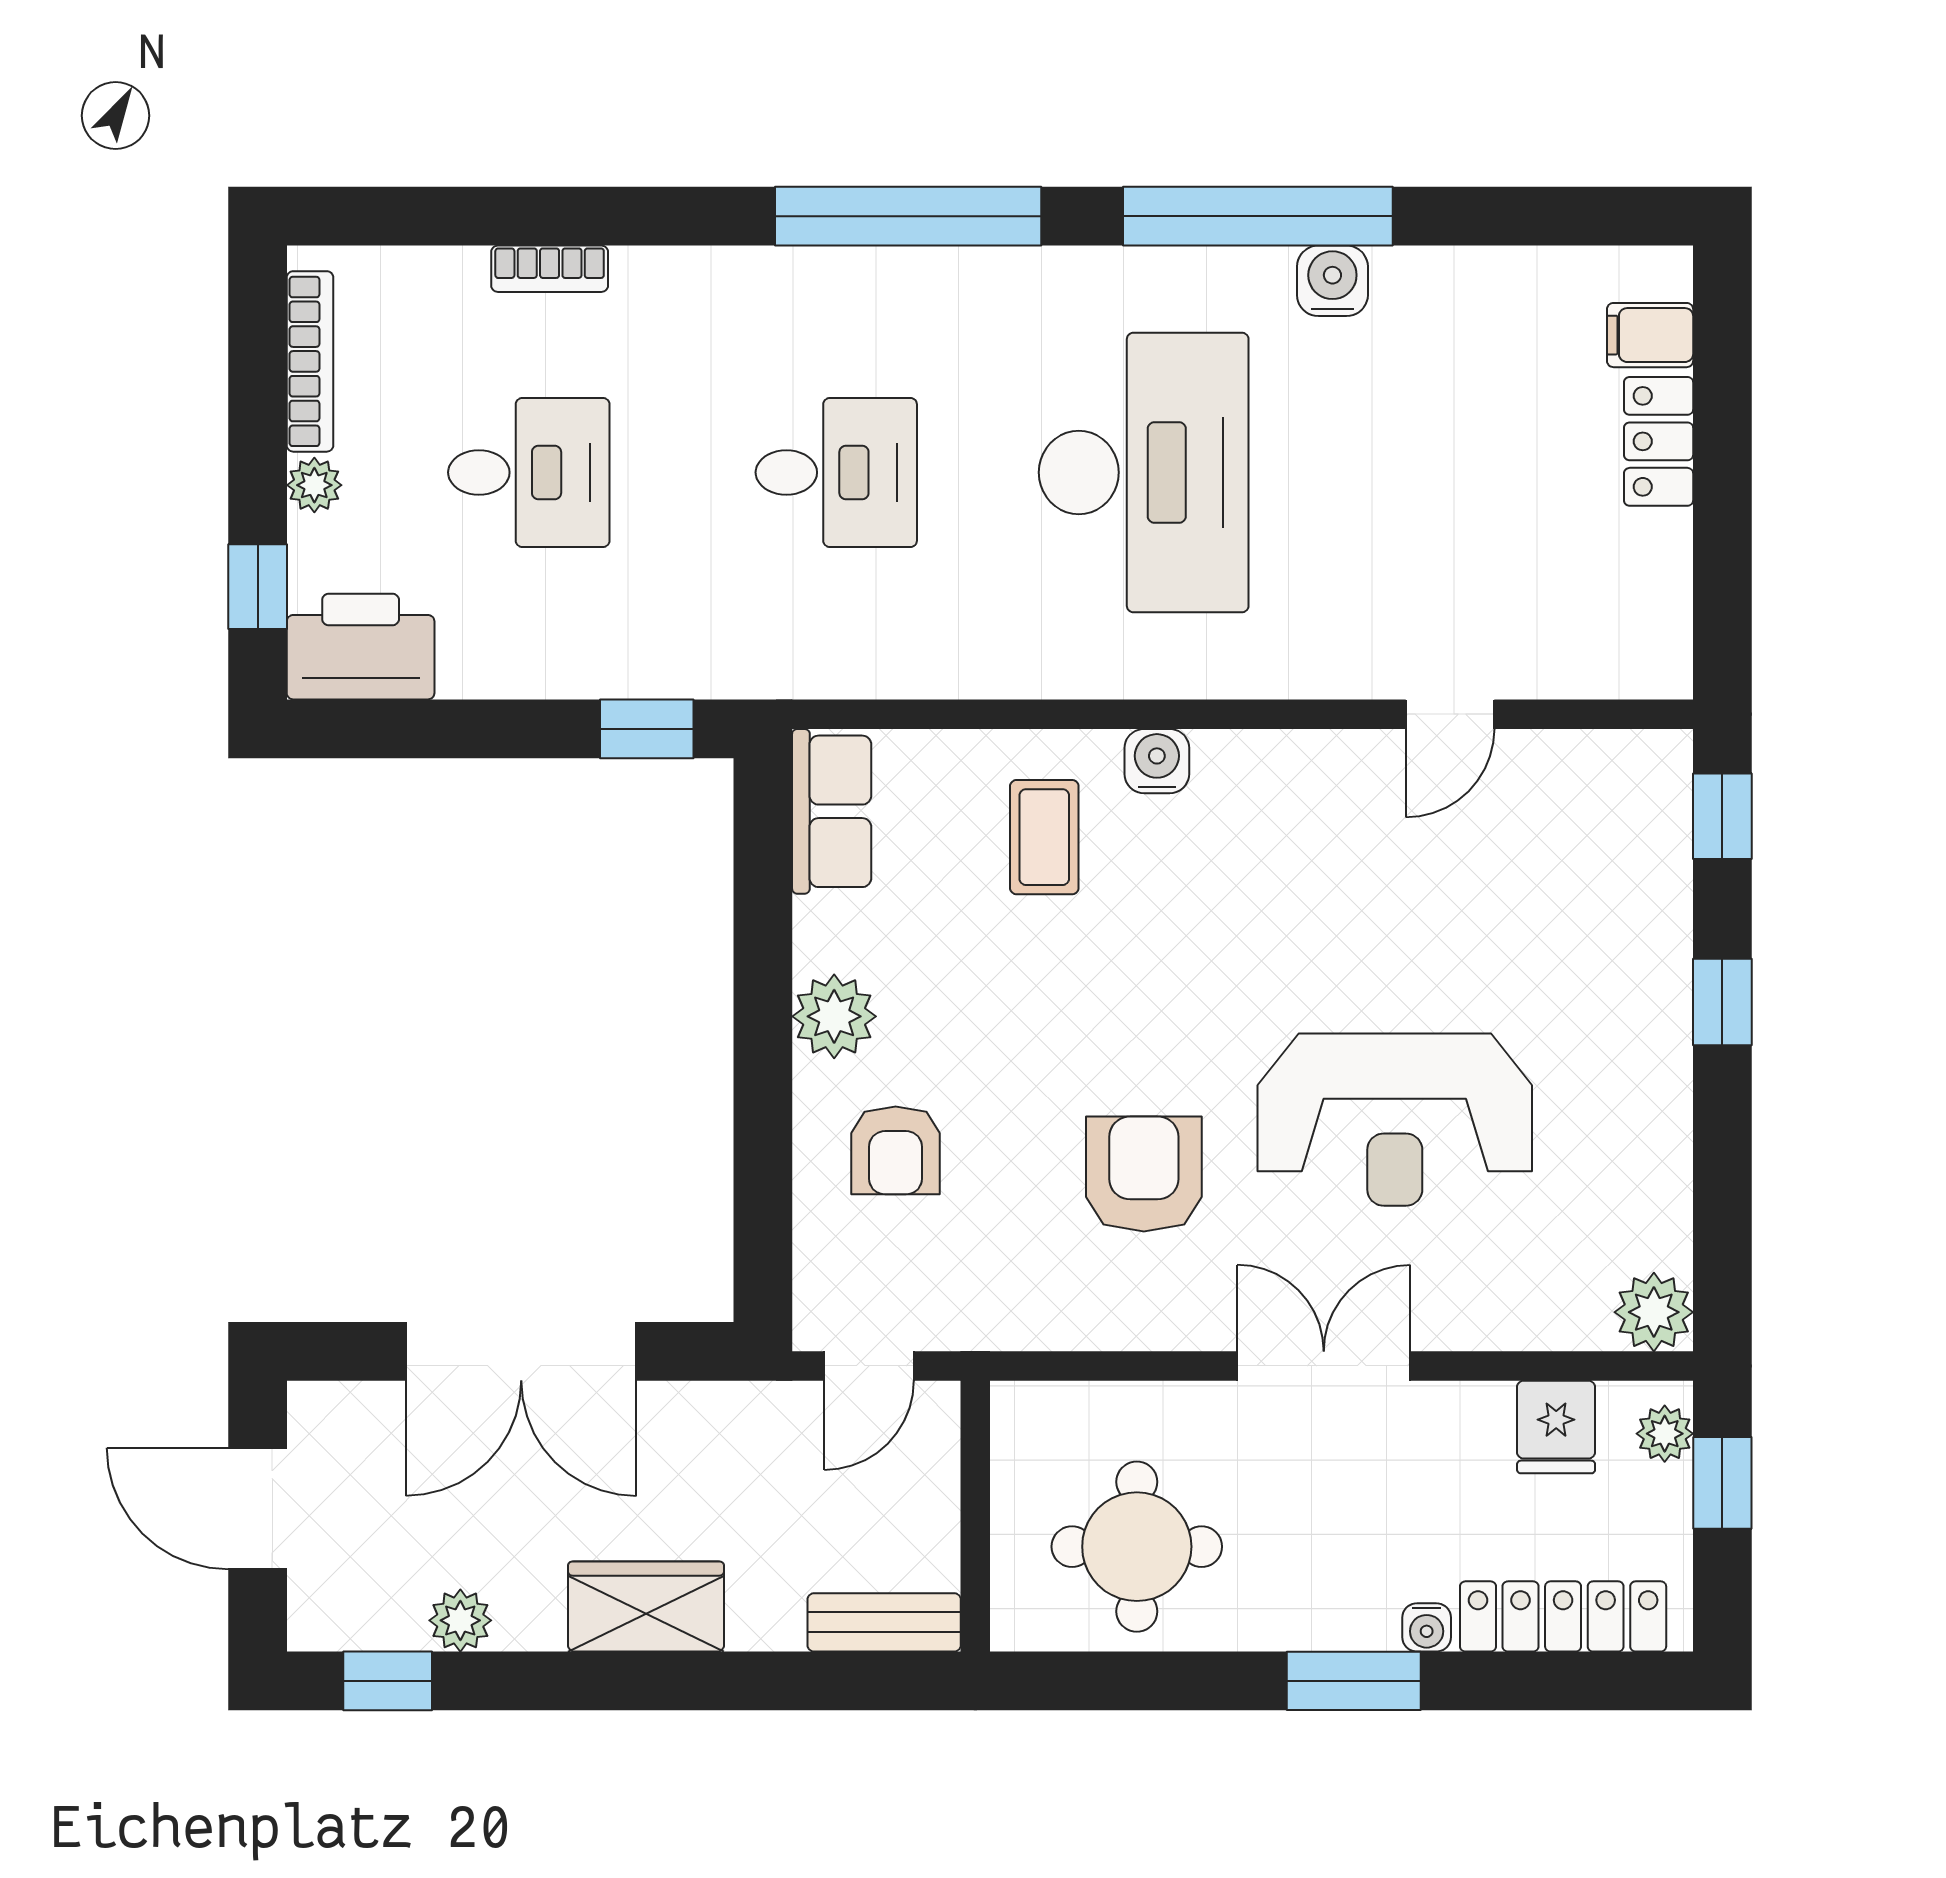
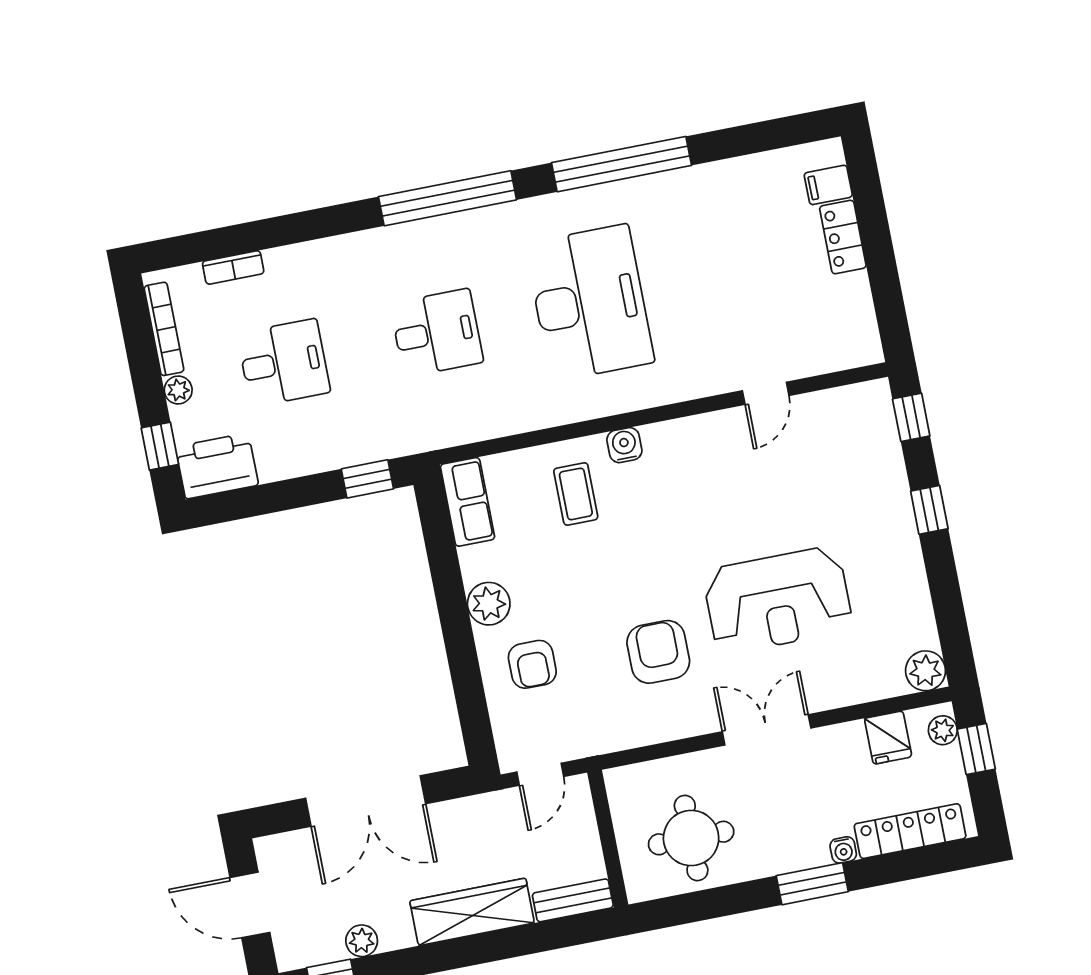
bookcase: (550, 269) -> (233, 267), moved
water cooler: (1332, 281) -> (665, 189), removed
wardrobe: (646, 1606) -> (472, 912), width x1.50

